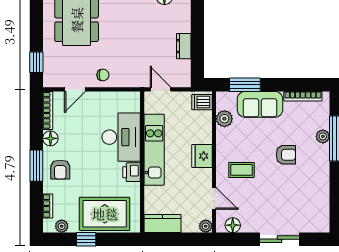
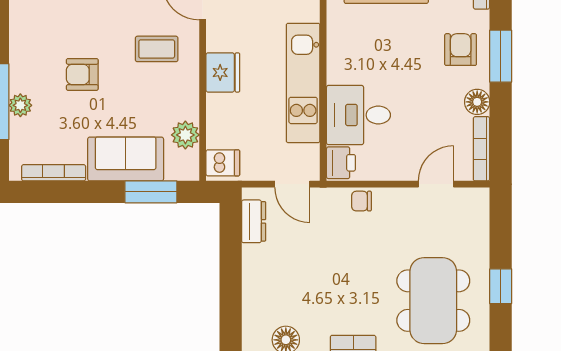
dresser: (184, 46) -> (254, 221), moved
window: (36, 62) -> (501, 286), moved
chair: (103, 75) -> (361, 201), moved
desk: (121, 137) -> (358, 115), width x0.73
printer: (132, 172) -> (341, 163), moved

